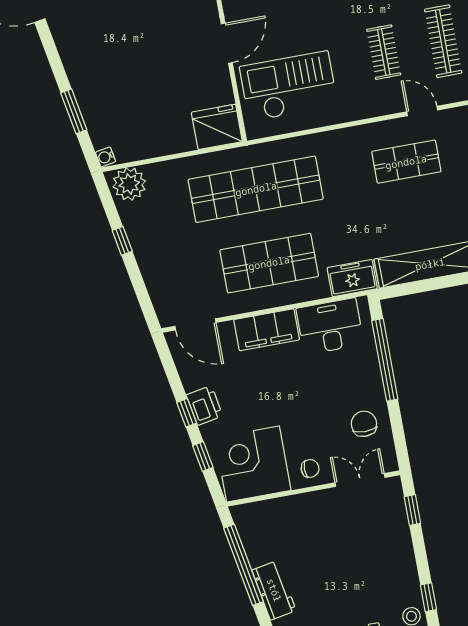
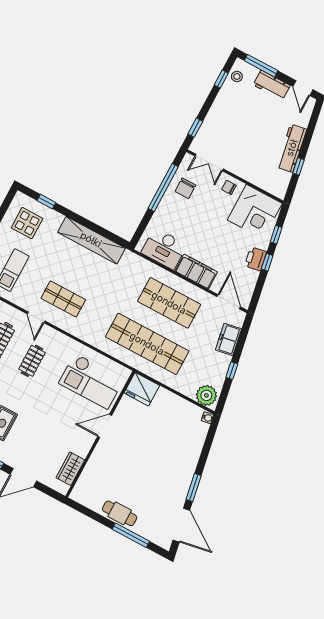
window: (74, 111) -> (194, 488), moved
freezer: (352, 278) -> (228, 339), moved, turned 80
window: (385, 360) -> (163, 188), moved
window: (244, 565) -> (298, 166), width x0.32
workbench: (274, 590) -> (292, 148), width x1.38

